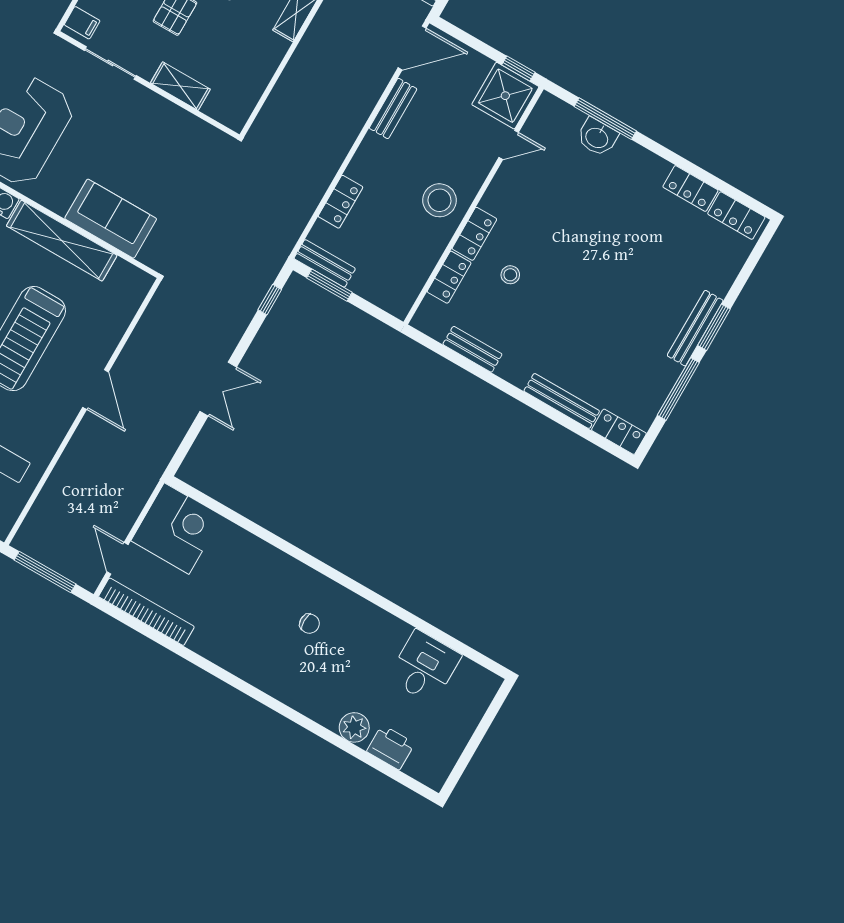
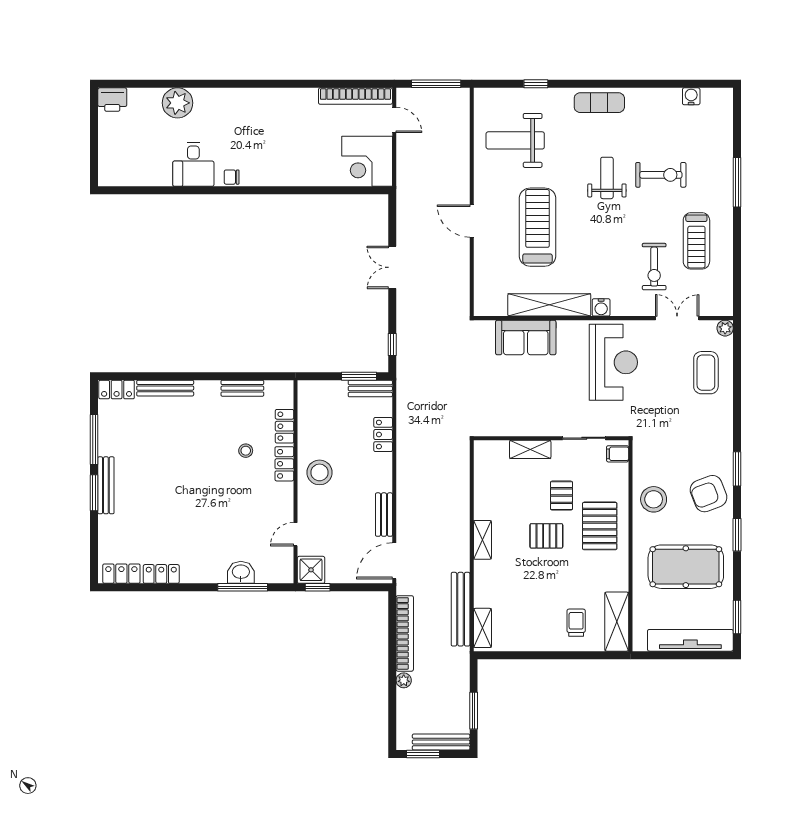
shower: (505, 96) -> (311, 570), width x0.73, depth x0.73
chair: (309, 624) -> (232, 177), moved
desk: (424, 667) -> (193, 164), moved
plant: (354, 727) -> (177, 103), width x1.36, depth x1.36
printer: (391, 747) -> (112, 100), moved

